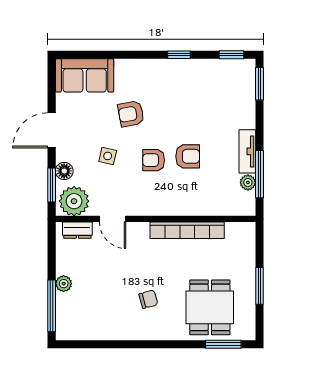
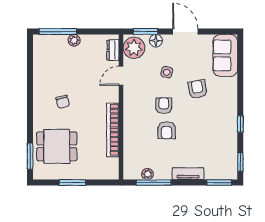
tv unit: (247, 151) -> (188, 174), moved

